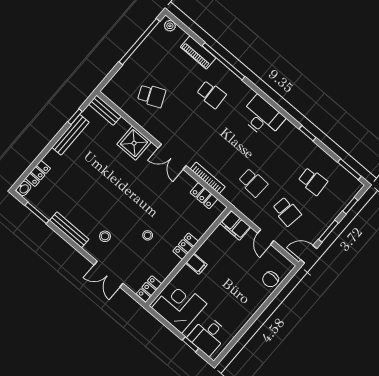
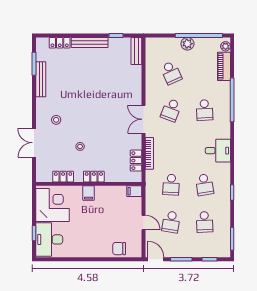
piano: (198, 52) -> (224, 66), moved
plant: (138, 58) -> (187, 44), added
desk: (262, 117) -> (218, 151), width x0.73
school desk: (185, 125) -> (171, 110), added
bench: (70, 135) -> (90, 42), moved
shower: (134, 143) -> (131, 88), removed
school desk: (279, 152) -> (205, 185), added
washbasin: (24, 188) -> (42, 42), removed
filing cabinet: (235, 225) -> (134, 191), width x0.50
bench: (69, 230) -> (41, 79), moved
door: (266, 237) -> (143, 222), swing flipped
locker: (149, 289) -> (63, 177), moved
desk: (208, 336) -> (49, 239), width x1.37

